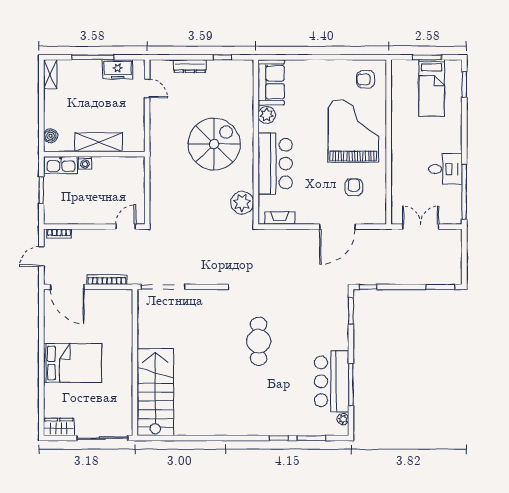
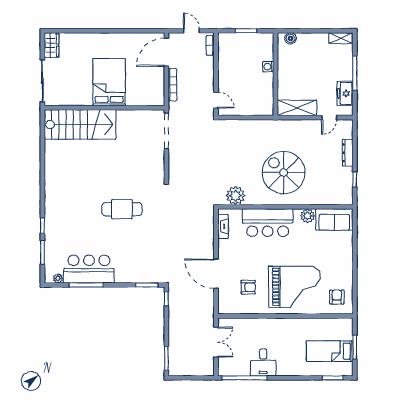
shelving: (99, 142) -> (297, 108), moved, turned 90
spiral stairs: (214, 144) -> (284, 173), turned 180
kitchen sink: (61, 165) -> (266, 47), removed
bed: (72, 363) -> (109, 82), moved, turned 180

